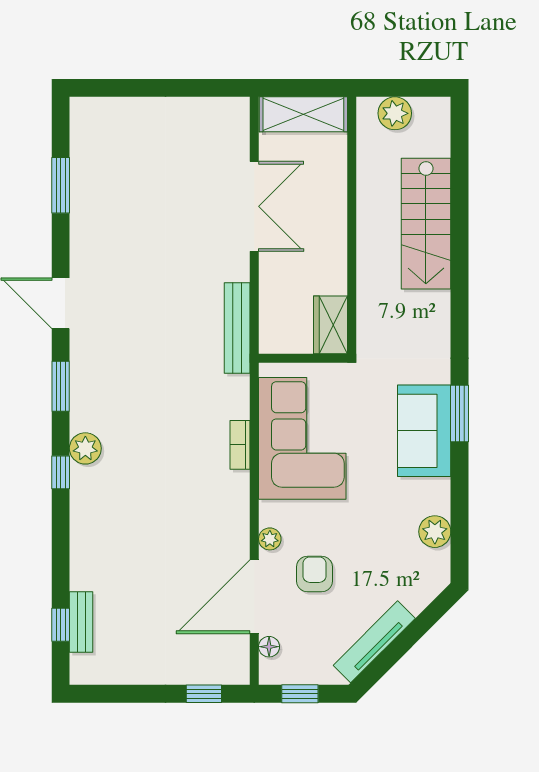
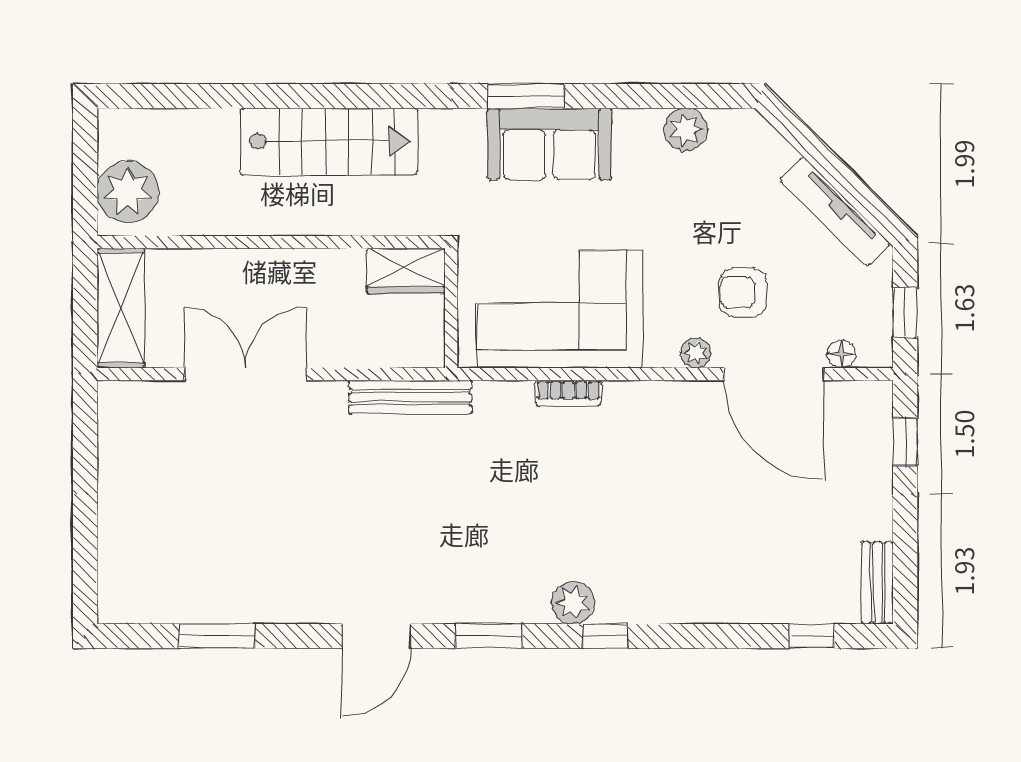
plant: (395, 113) -> (128, 192), width x1.36, depth x1.36
stairs: (426, 224) -> (329, 141), moved
bench: (81, 622) -> (877, 583), moved, turned 90

